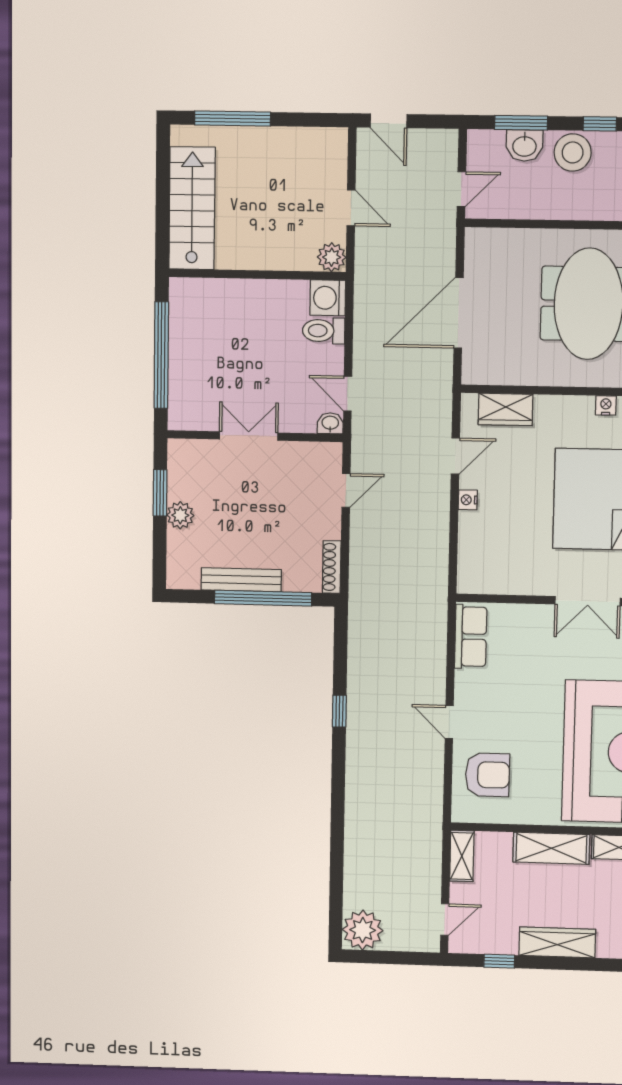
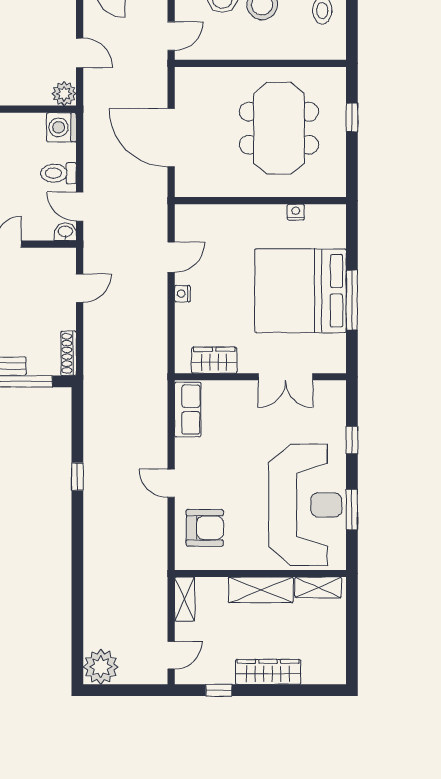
door: (459, 313) -> (171, 138), hinge flipped
toilet: (324, 331) -> (58, 173), moved
wardrobe: (506, 409) -> (214, 360), moved, turned 180

